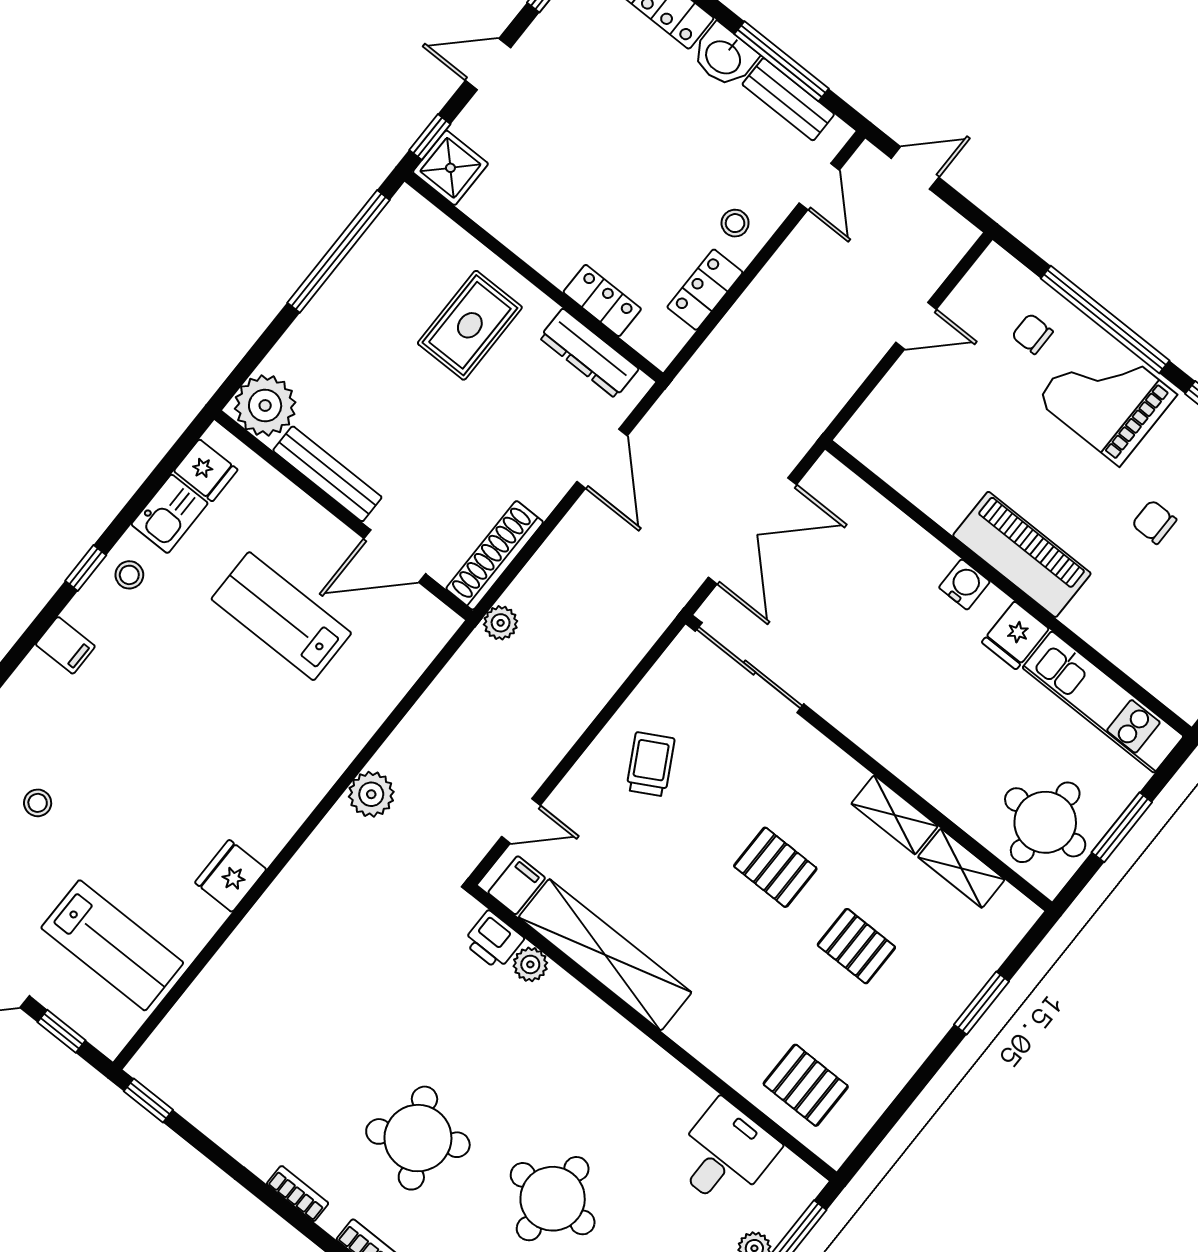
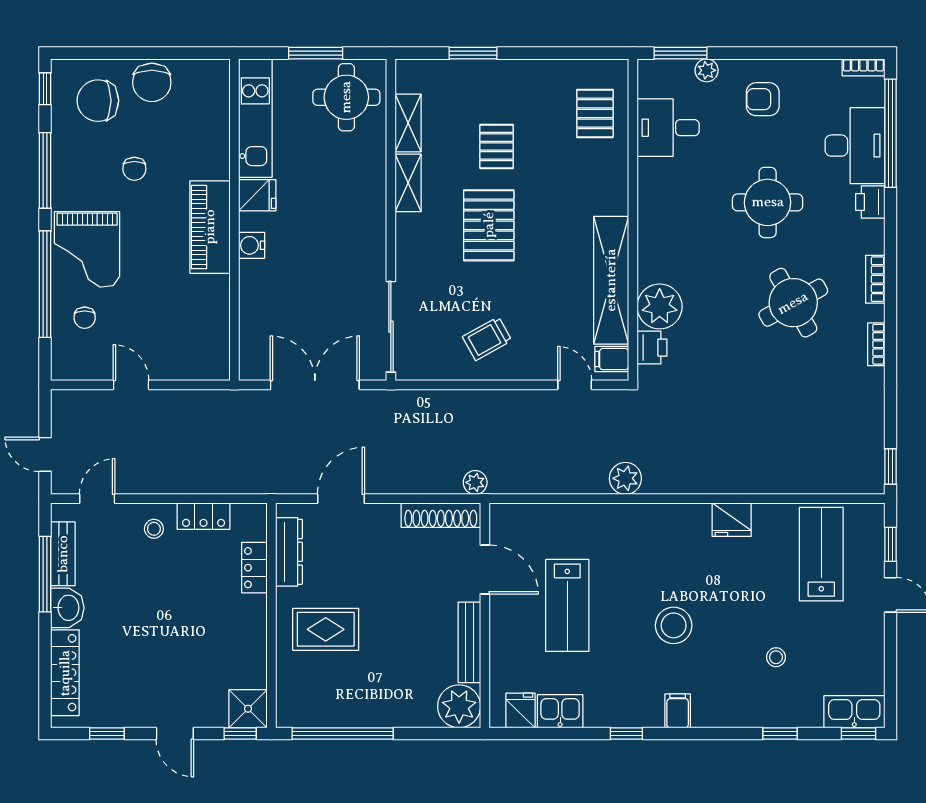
stool: (129, 575) -> (674, 625), moved, width x1.89, depth x1.89
pallet: (775, 867) -> (489, 225), width x1.50, depth x1.42
plant: (530, 964) -> (660, 306), width x1.87, depth x1.87

